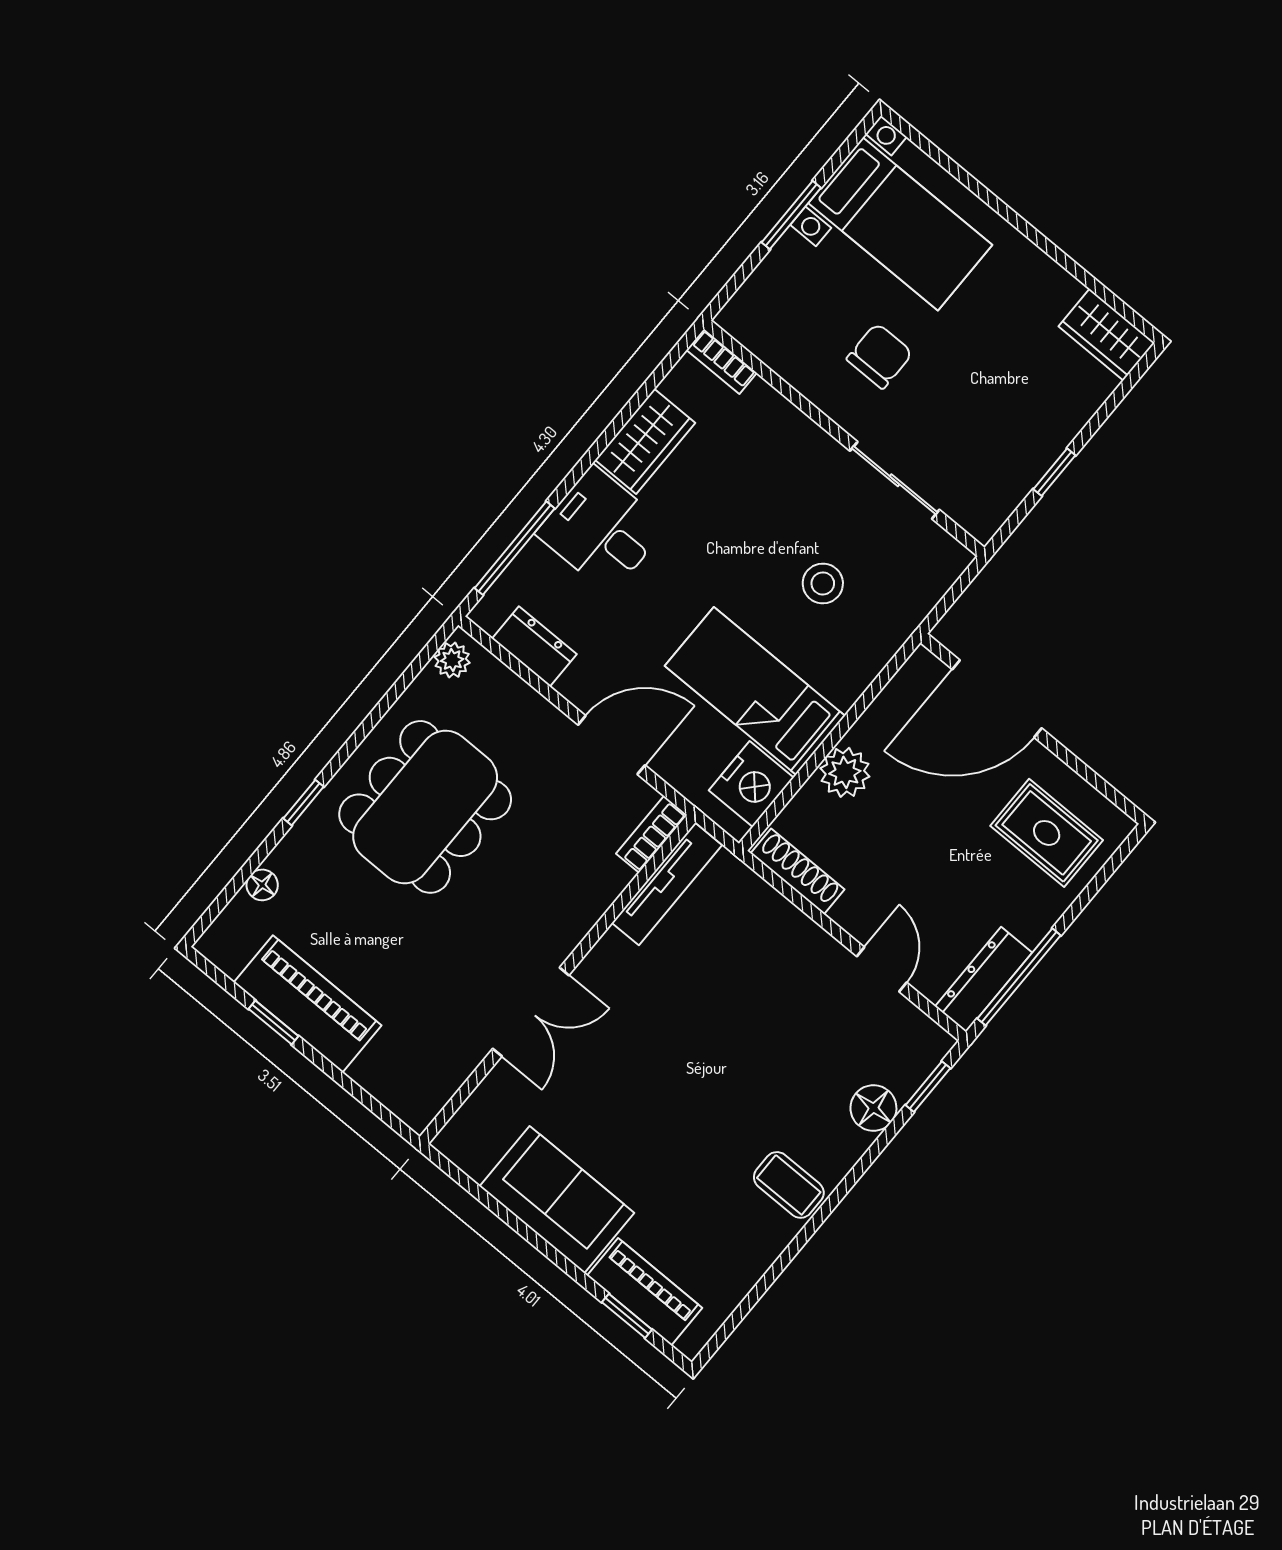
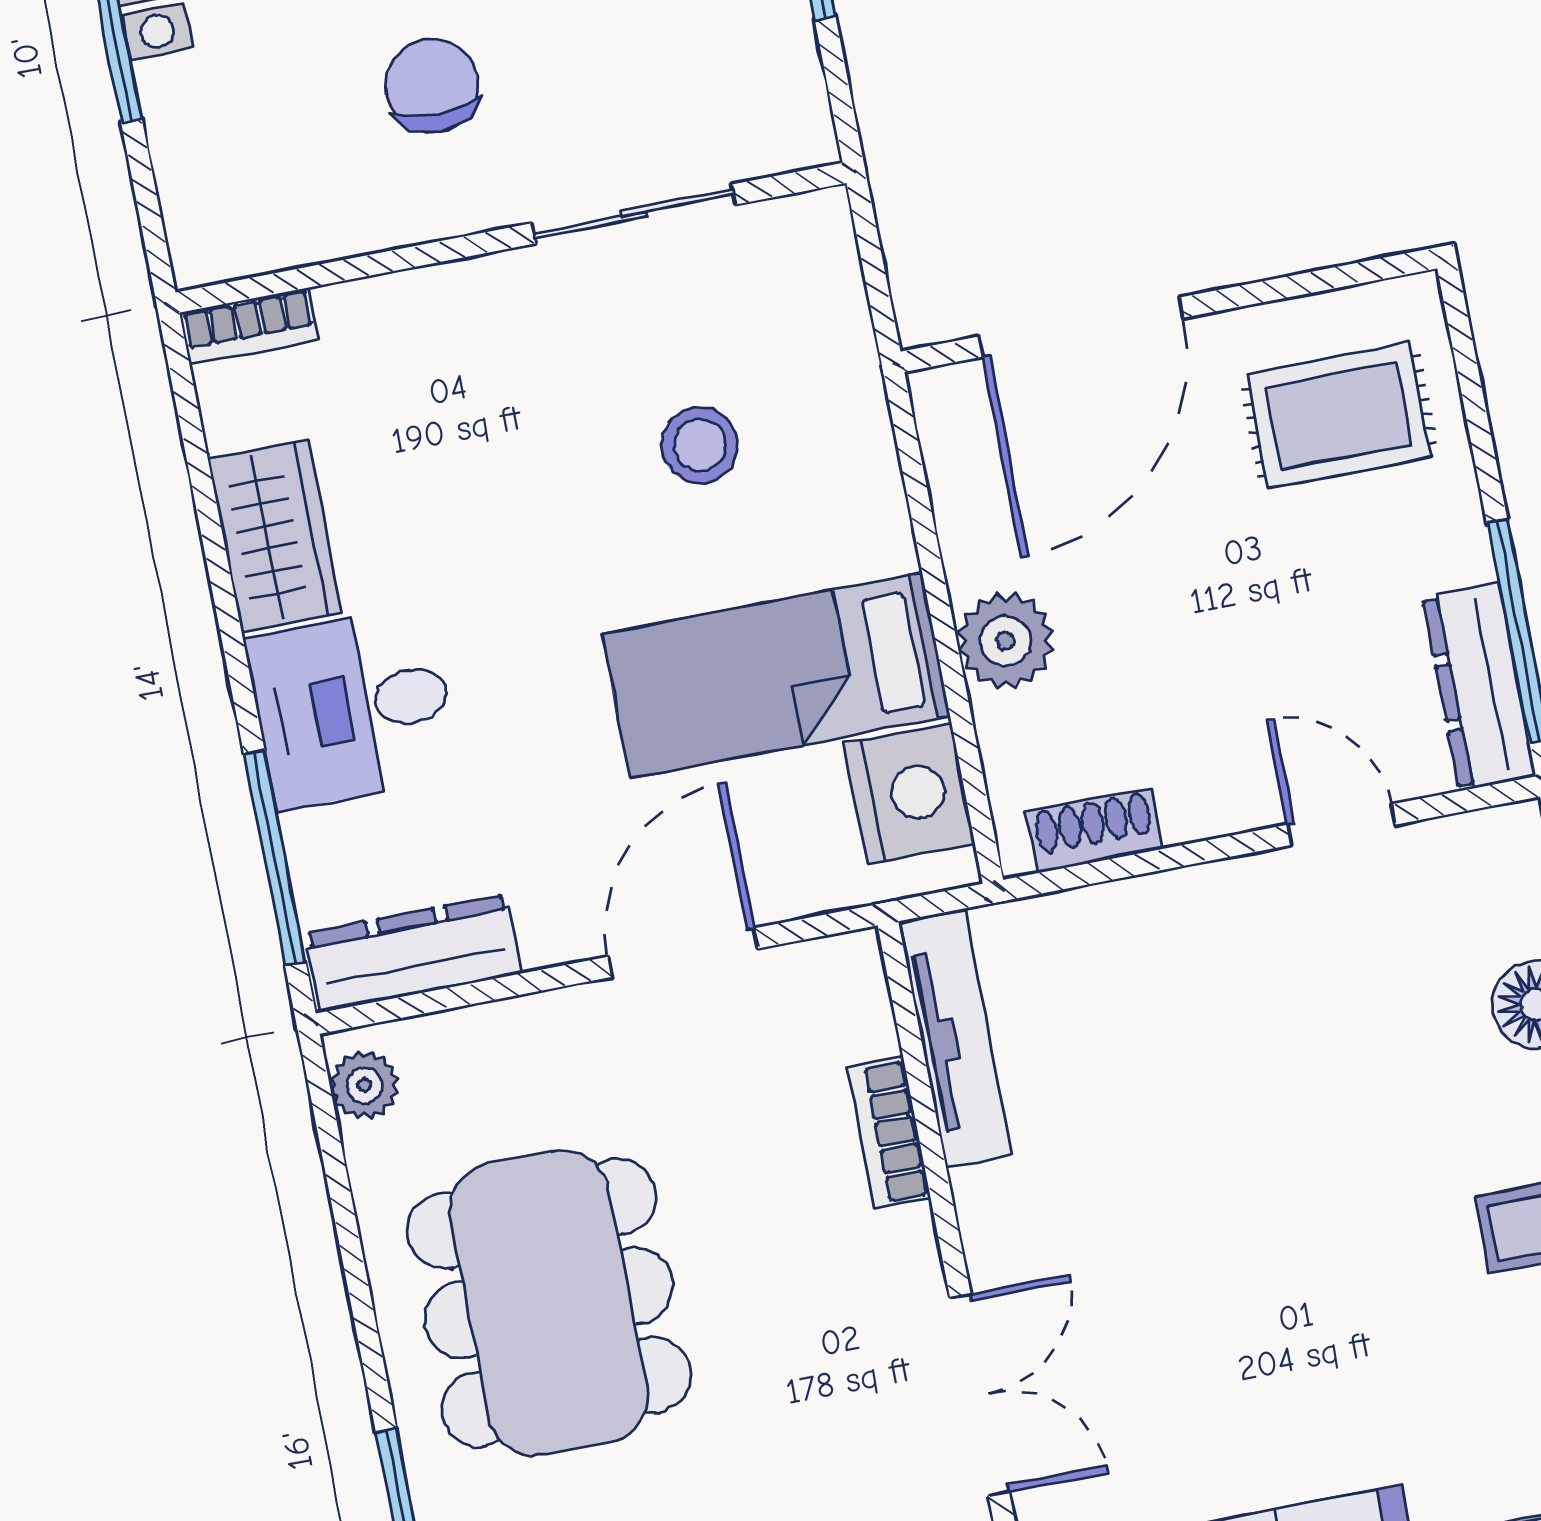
dresser: (534, 646) -> (413, 953), width x1.44
bookcase: (652, 834) -> (889, 1133), moved
shoe rack: (798, 871) -> (1094, 831), width x0.70

